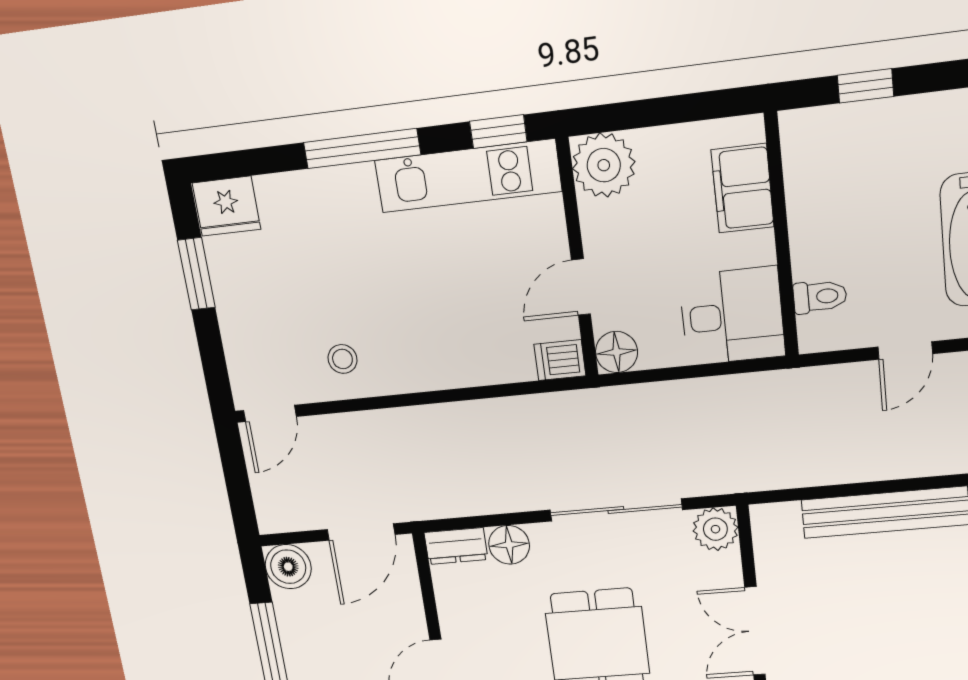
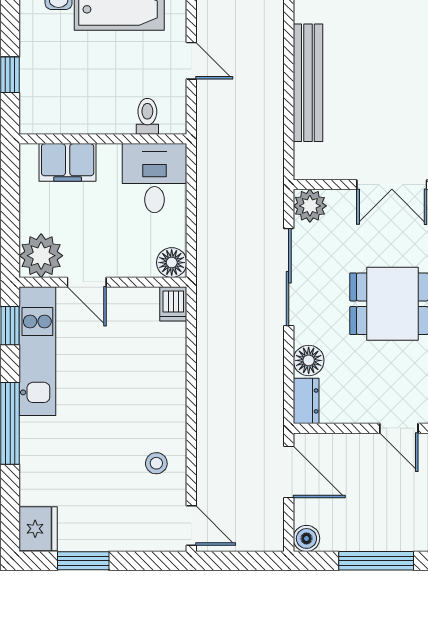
door: (581, 287) -> (87, 282), moved
boiler: (288, 567) -> (306, 538), width x0.73, depth x0.73

